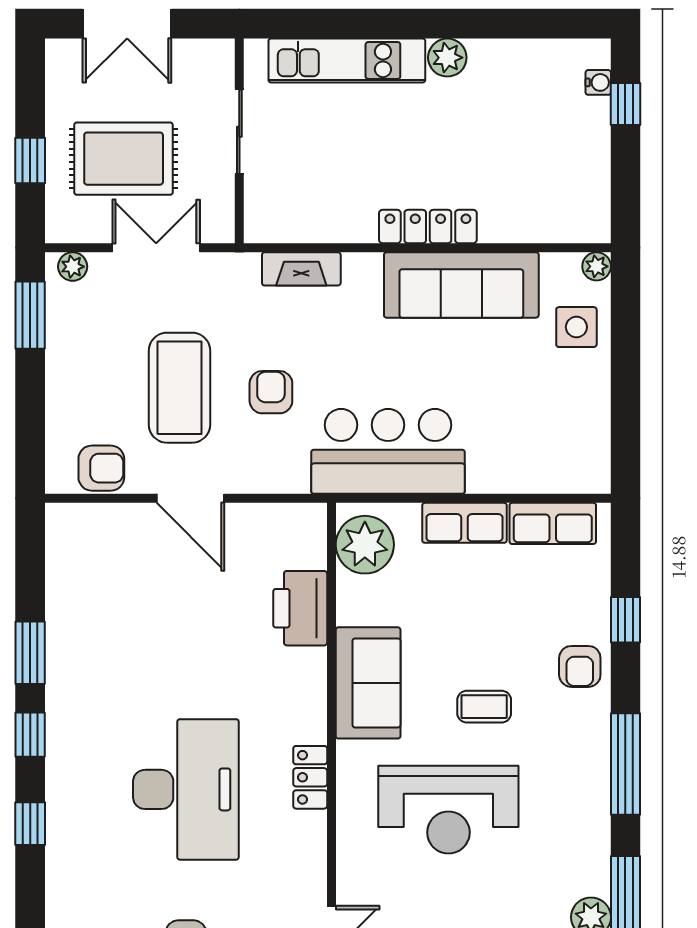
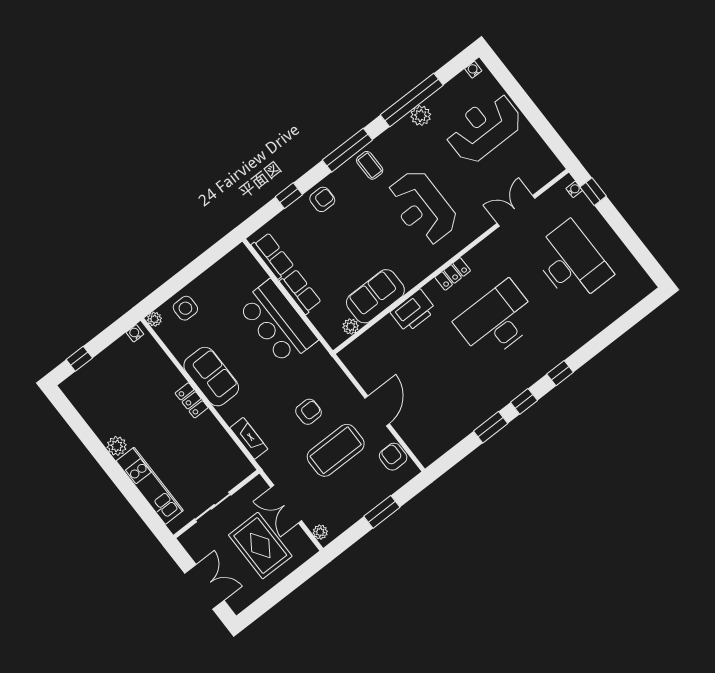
water cooler: (598, 82) -> (135, 333), moved
window: (30, 161) -> (291, 583), removed
locker: (428, 227) -> (192, 400), width x0.66
sofa: (461, 285) -> (211, 377), width x0.73
window: (30, 315) -> (382, 512), moved
armchair: (271, 392) -> (309, 412), turned 180
bar counter: (388, 451) -> (277, 322), moved
plant: (365, 545) -> (351, 327), width x0.53, depth x0.53
printer: (300, 608) -> (413, 311), moved
sofa: (368, 683) -> (375, 296), moved
coffee table: (484, 707) -> (370, 165), moved
reception desk: (448, 810) -> (422, 208), turned 180

